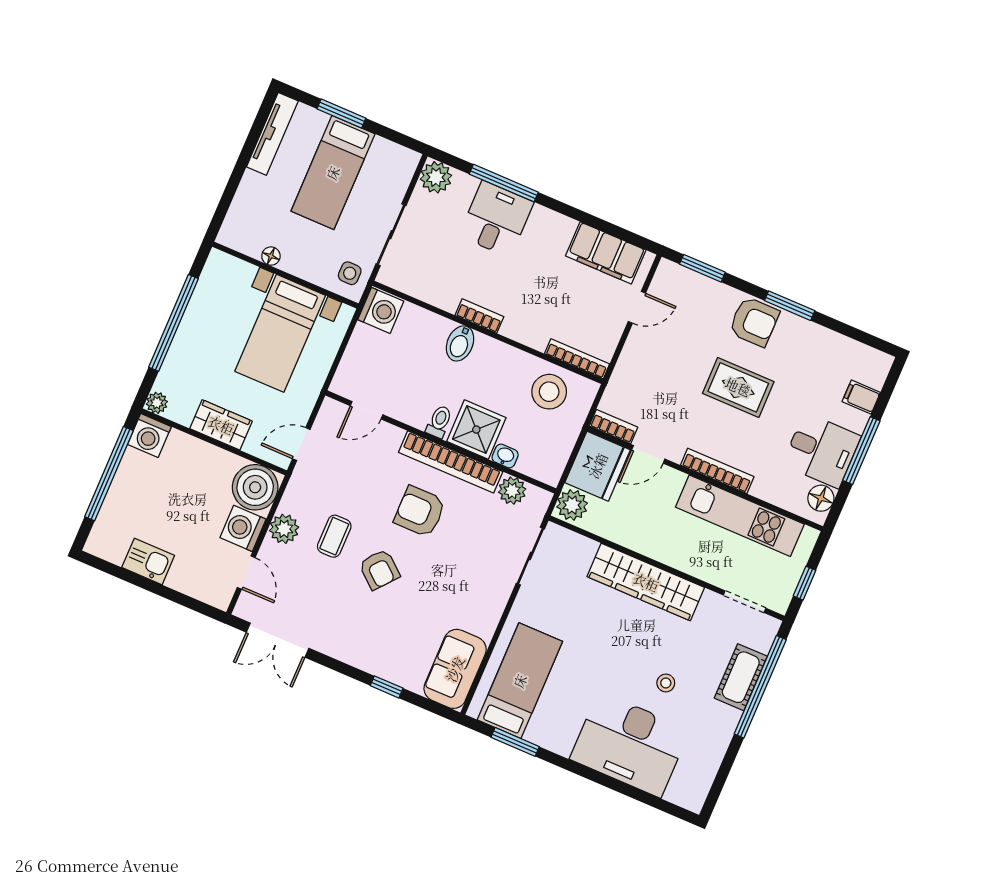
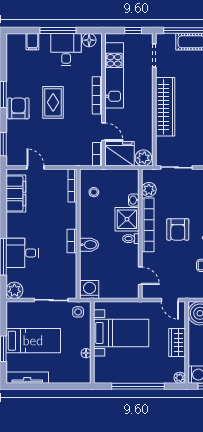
stool: (549, 392) -> (94, 192), width x0.53, depth x0.53

